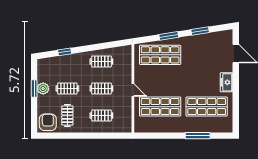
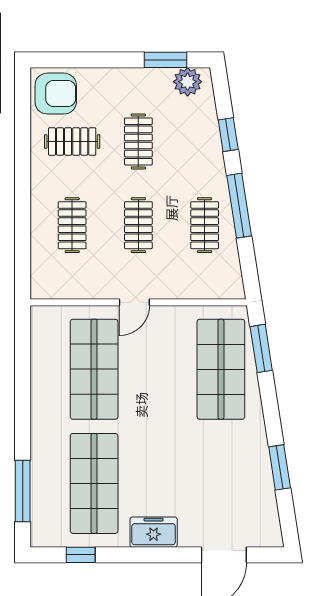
window: (169, 36) -> (261, 348), moved
window: (94, 47) -> (239, 206), added
window: (34, 88) -> (166, 60), moved
plant: (43, 89) -> (188, 82), moved
window: (236, 112) -> (81, 555), added
window: (198, 136) -> (23, 491), moved

